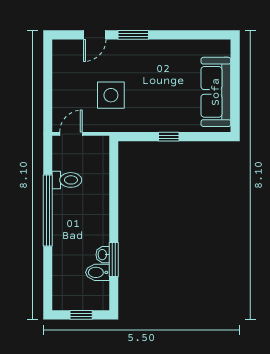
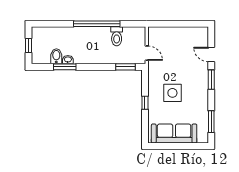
window: (198, 35) -> (211, 122), added
side table: (111, 95) -> (172, 93), moved
door: (71, 134) -> (147, 53), moved
window: (114, 166) -> (125, 67), added

